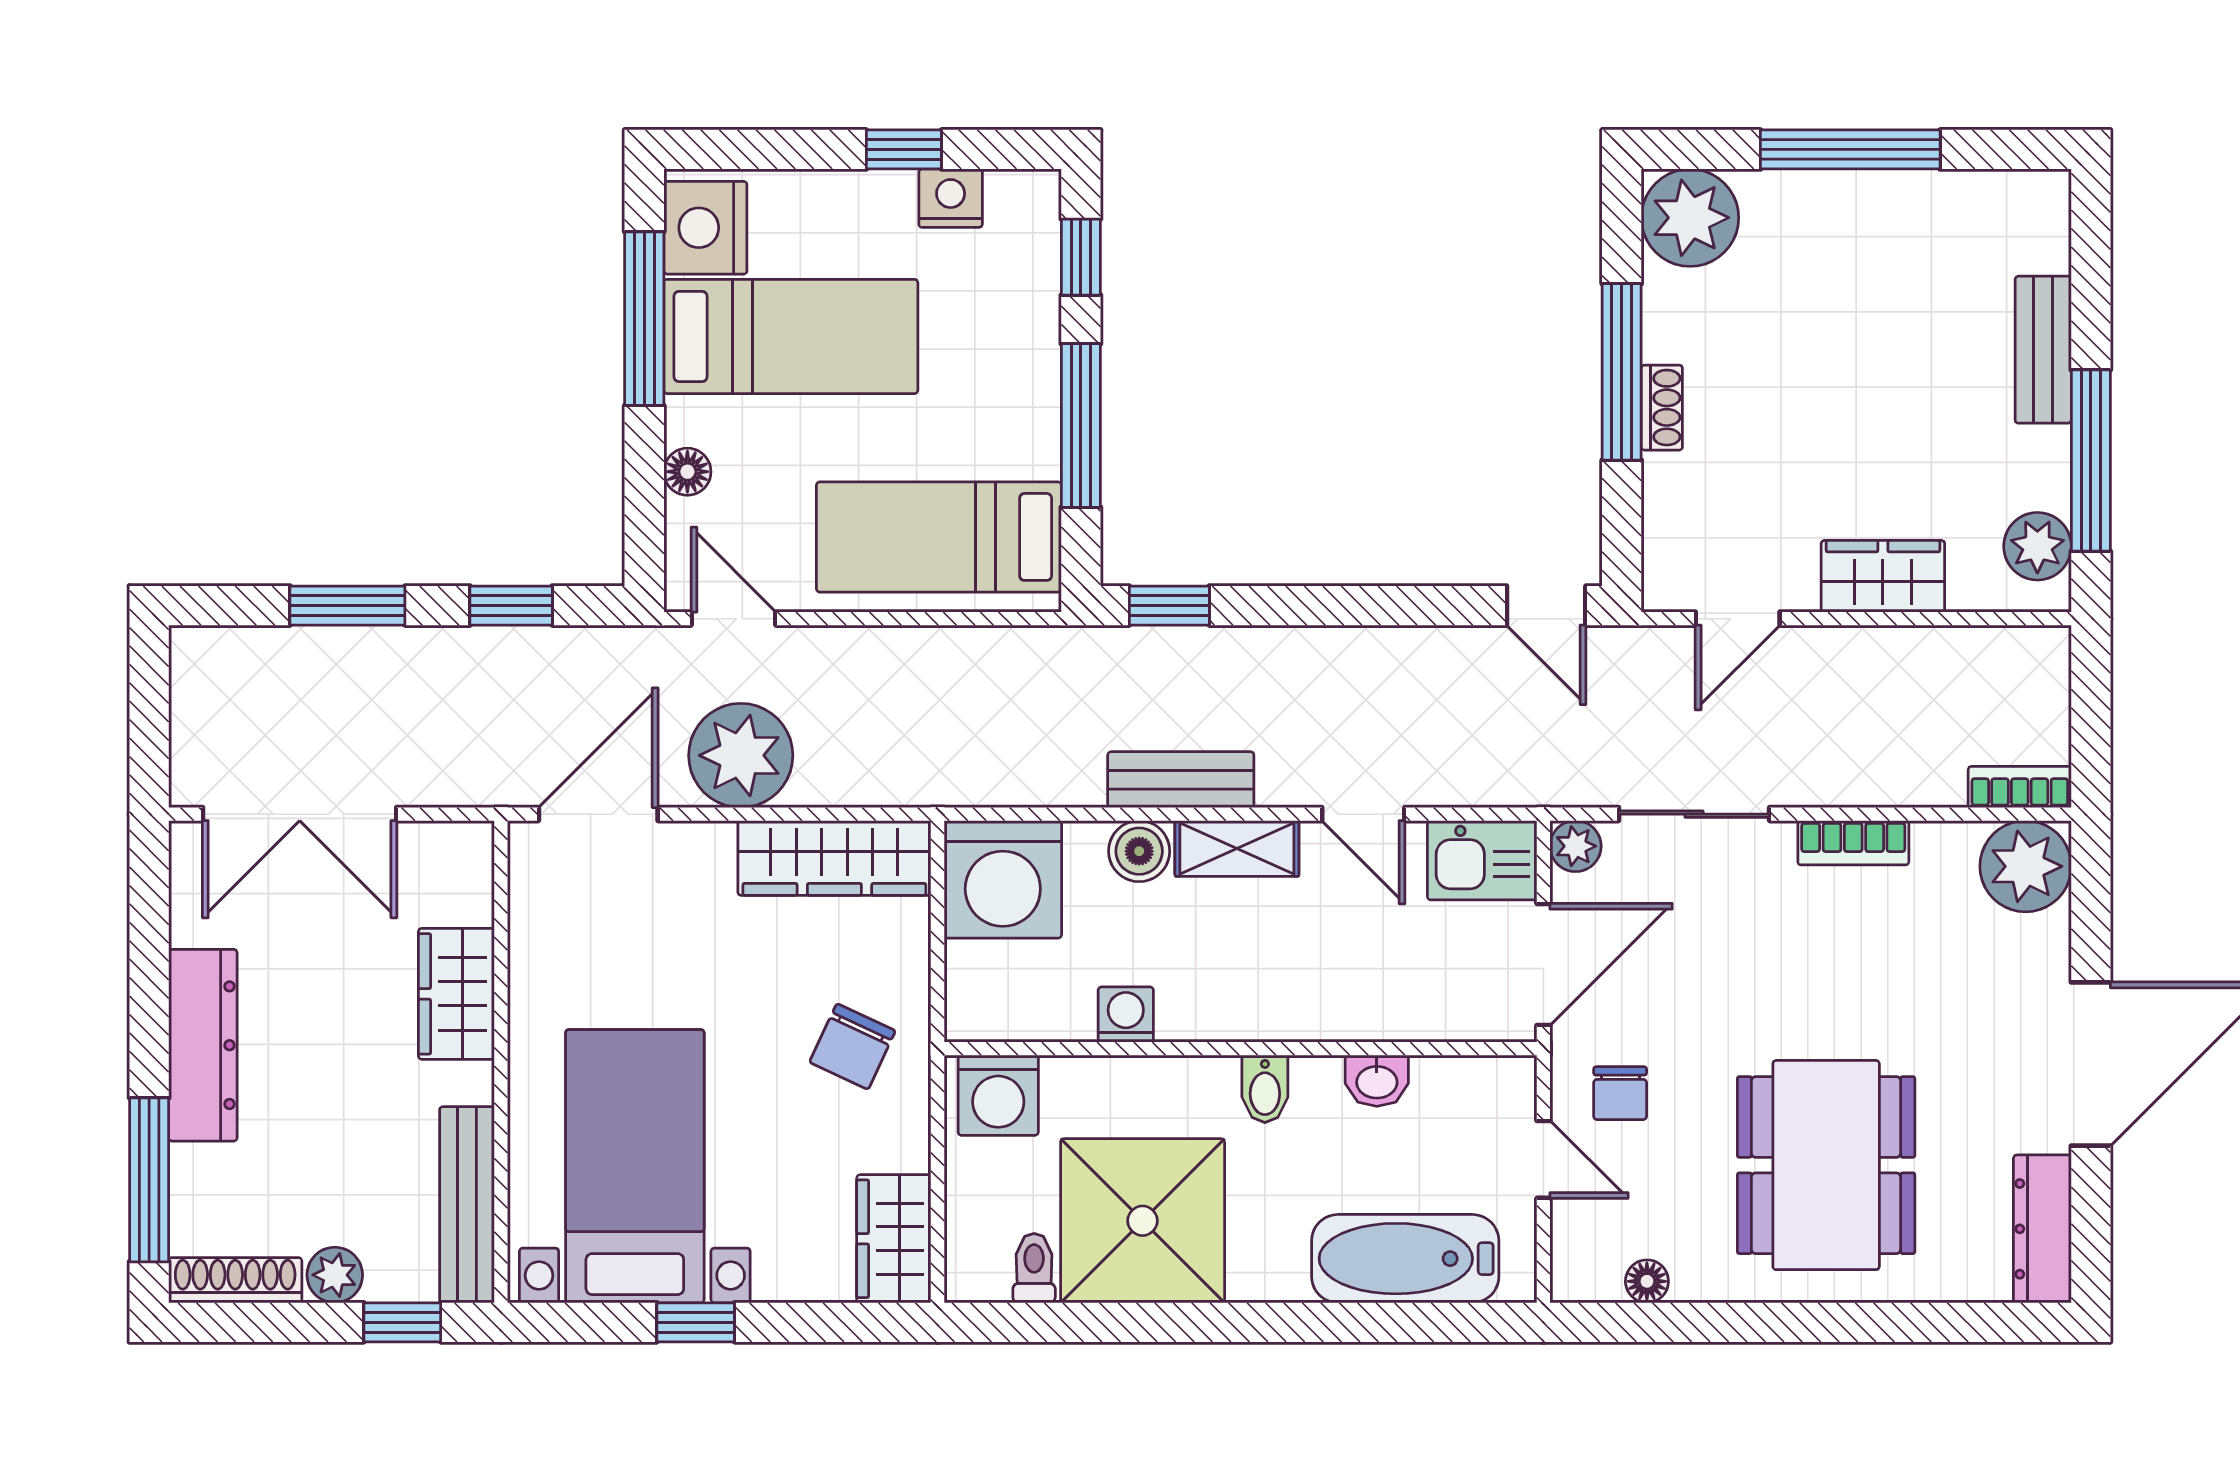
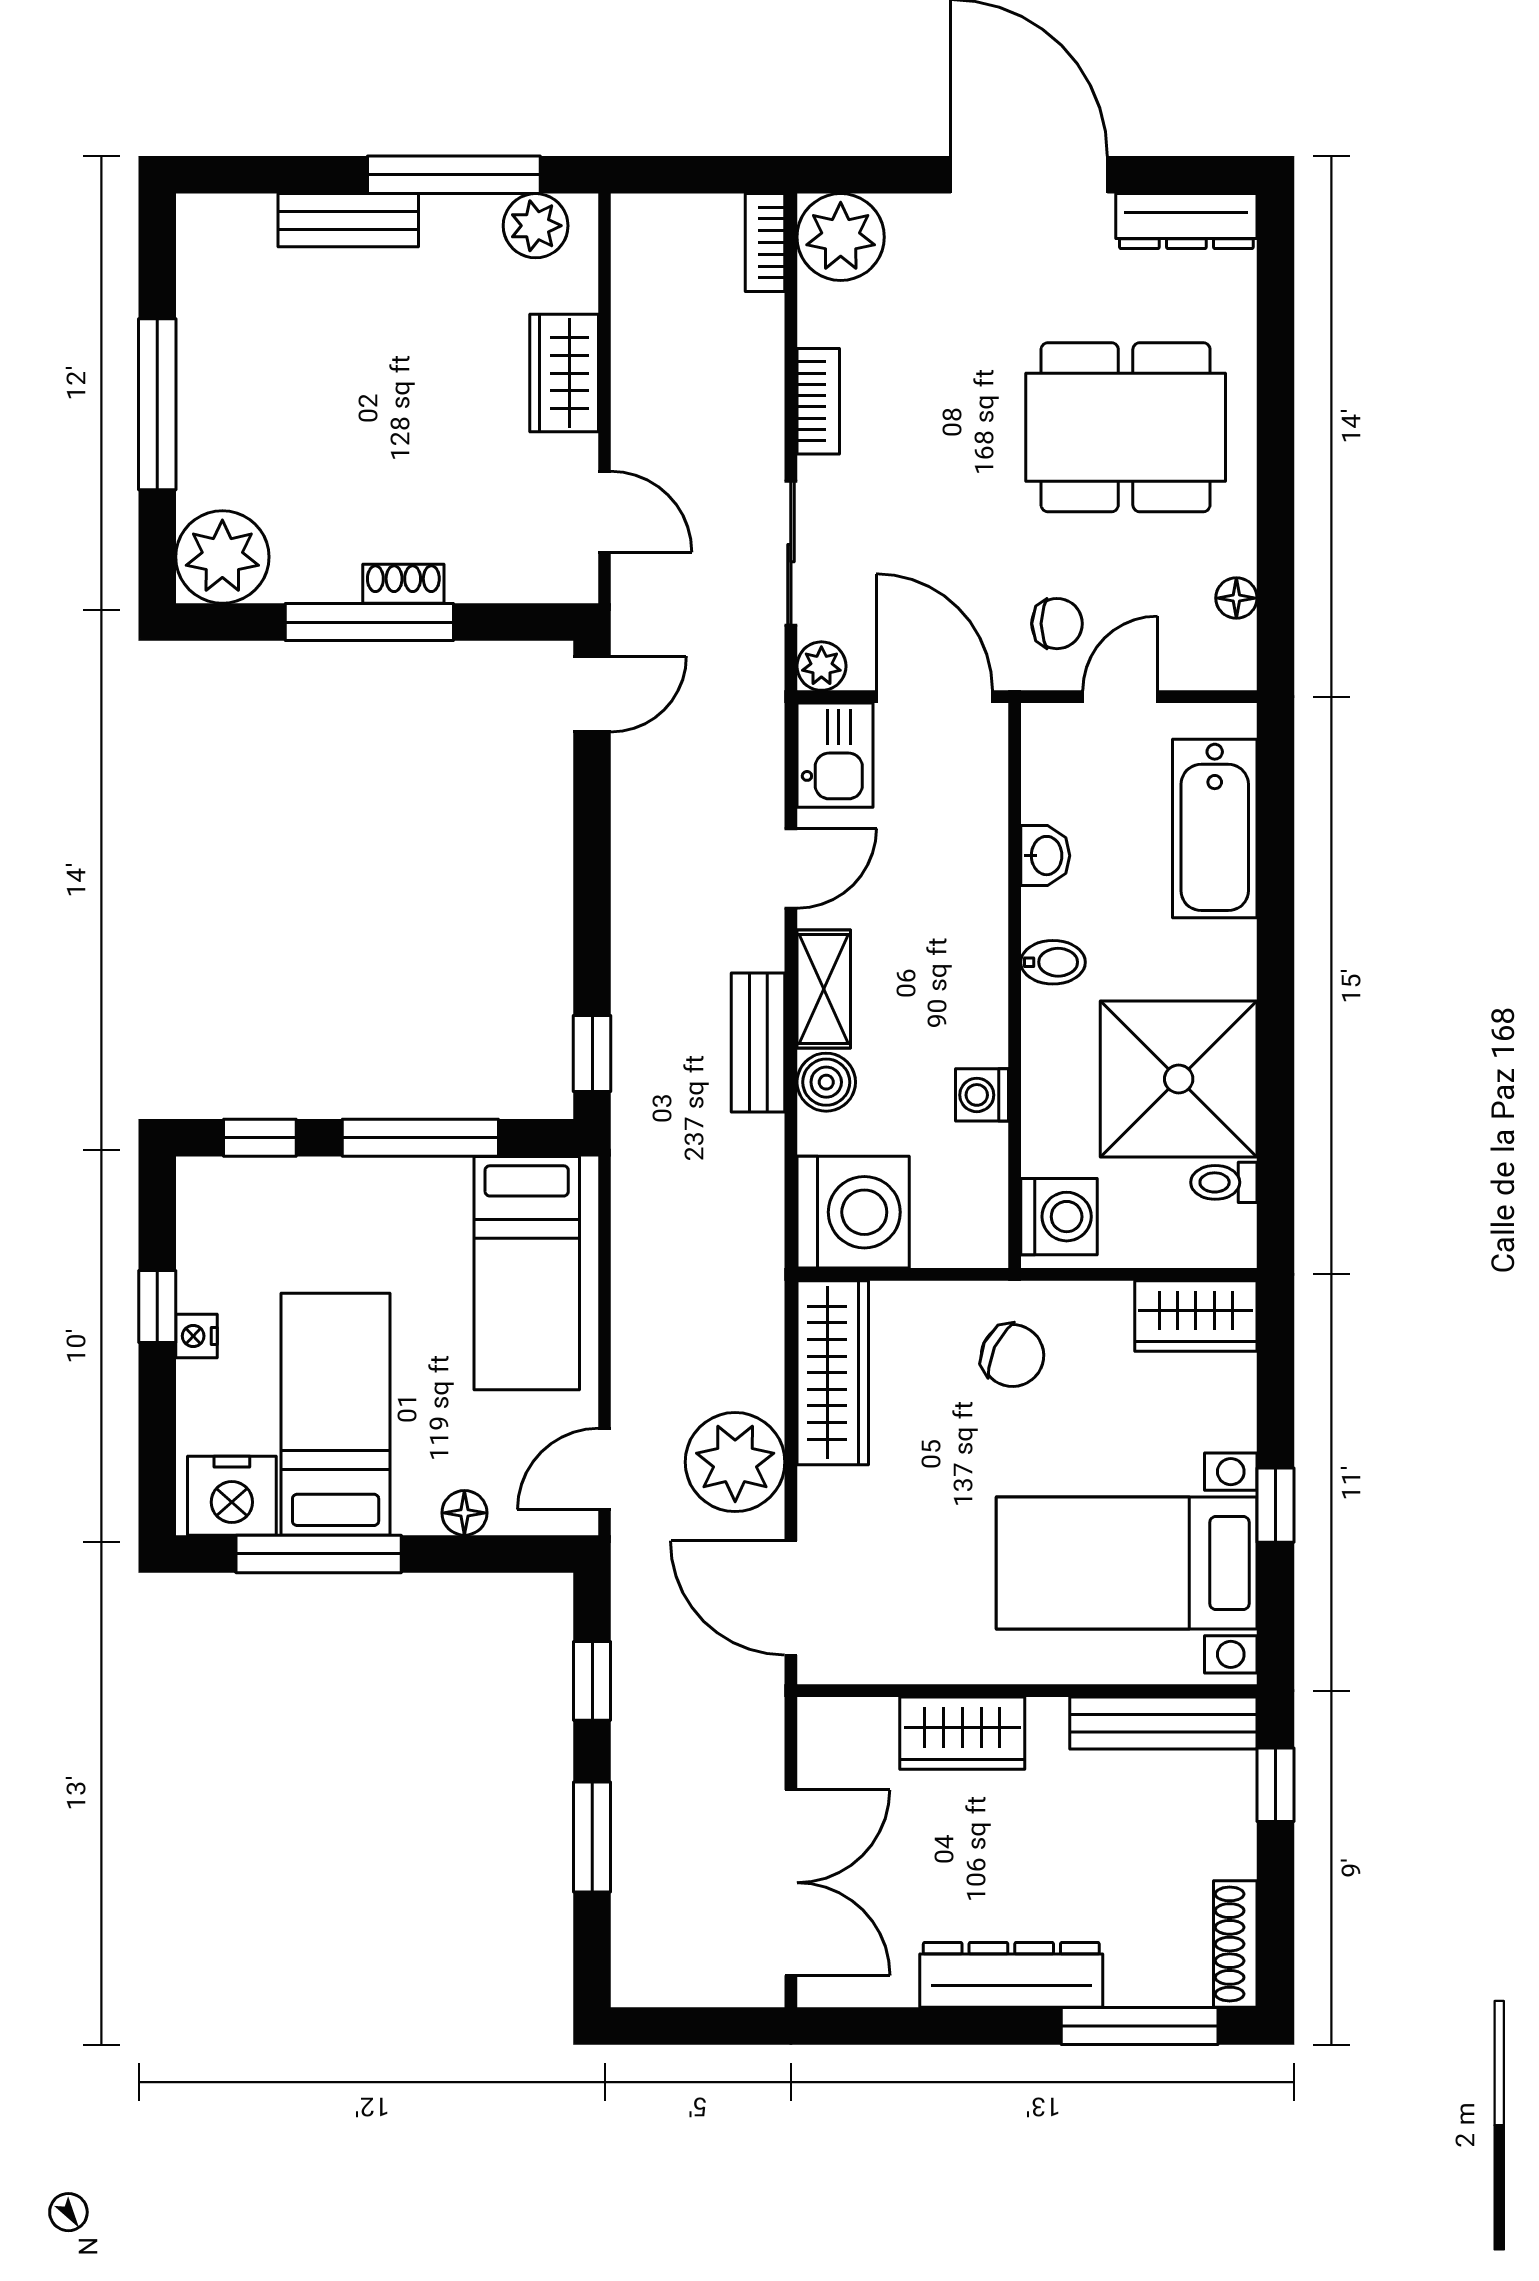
nightstand: (951, 198) -> (196, 1336), moved, width x0.72, depth x0.74
plant: (335, 1275) -> (1230, 1849), removed

